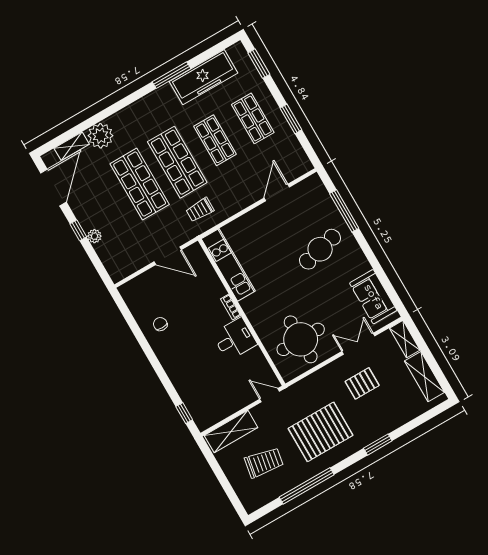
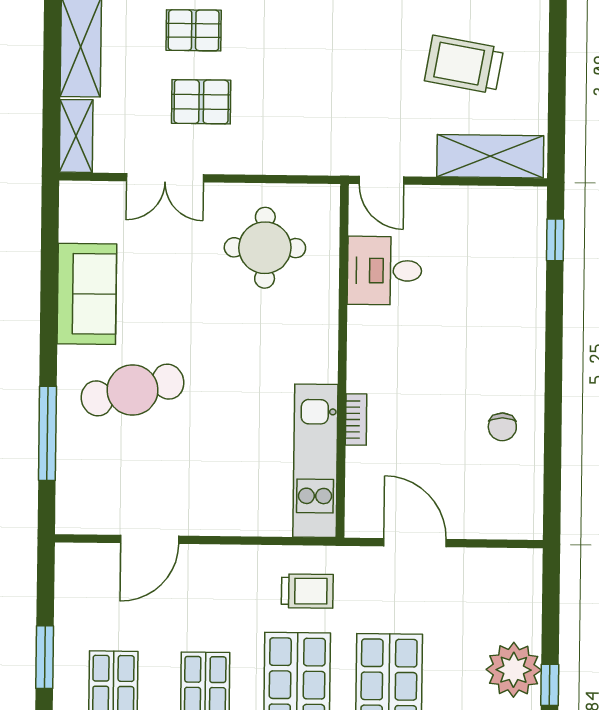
plant: (94, 236) -> (514, 670), width x1.88, depth x1.88
sofa: (373, 297) -> (87, 294), moved
bookcase: (231, 307) -> (356, 419), moved
desk: (235, 339) -> (384, 271), moved
round table: (301, 339) -> (265, 248), width x0.73, depth x0.73
pallet: (321, 432) -> (194, 30), moved, width x0.49, depth x0.50

